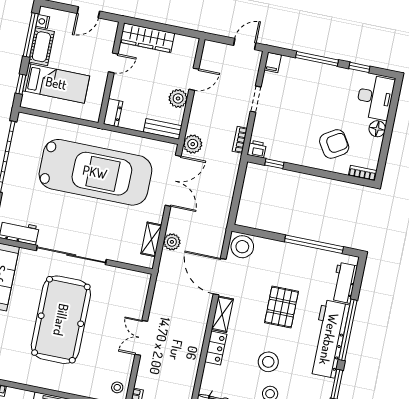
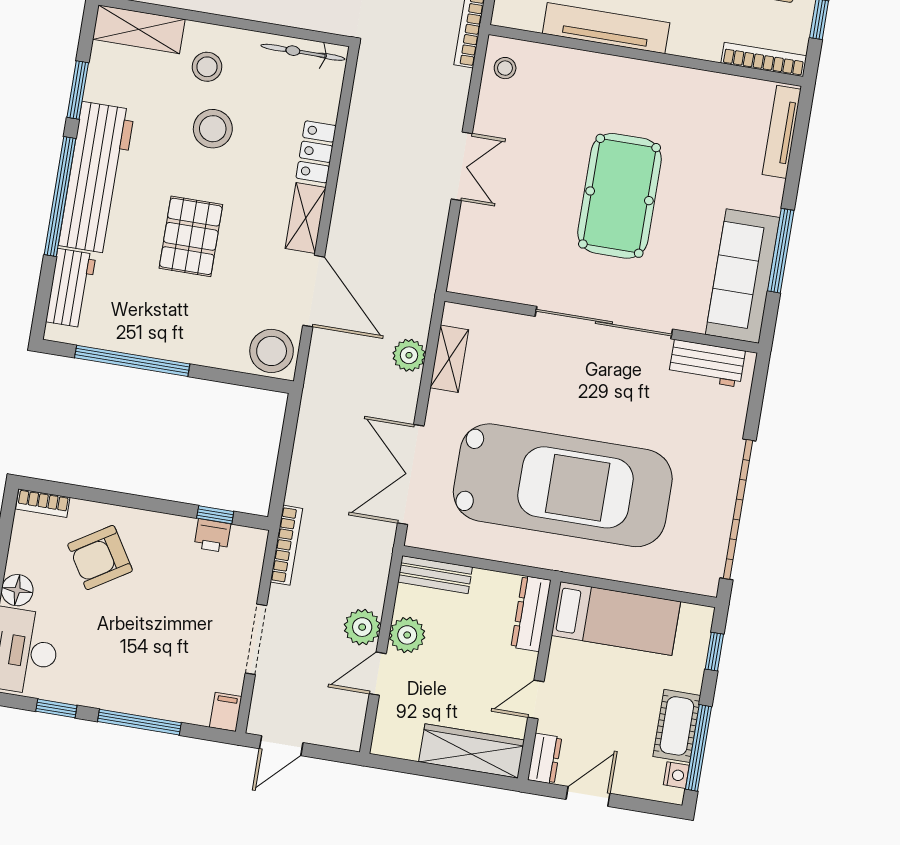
dresser: (110, 32) -> (545, 759), added
bed: (56, 83) -> (616, 619), moved, turned 180
doorway: (256, 99) -> (256, 639), width x1.38
dresser: (113, 113) -> (531, 614), width x1.44
bookcase: (240, 140) -> (286, 545), width x1.56
plant: (193, 144) -> (362, 627), moved
printer: (257, 149) -> (212, 536), moved
car: (95, 172) -> (563, 485), turned 180
pool table: (61, 320) -> (619, 196), width x0.73, depth x0.76

